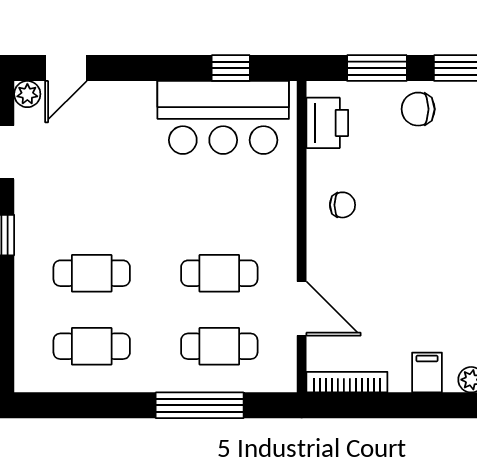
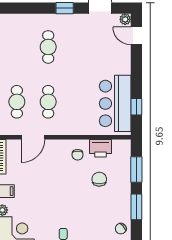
chair: (418, 109) -> (99, 179), moved
printer: (327, 123) -> (100, 148), moved
cafe table: (92, 346) -> (17, 47), removed

